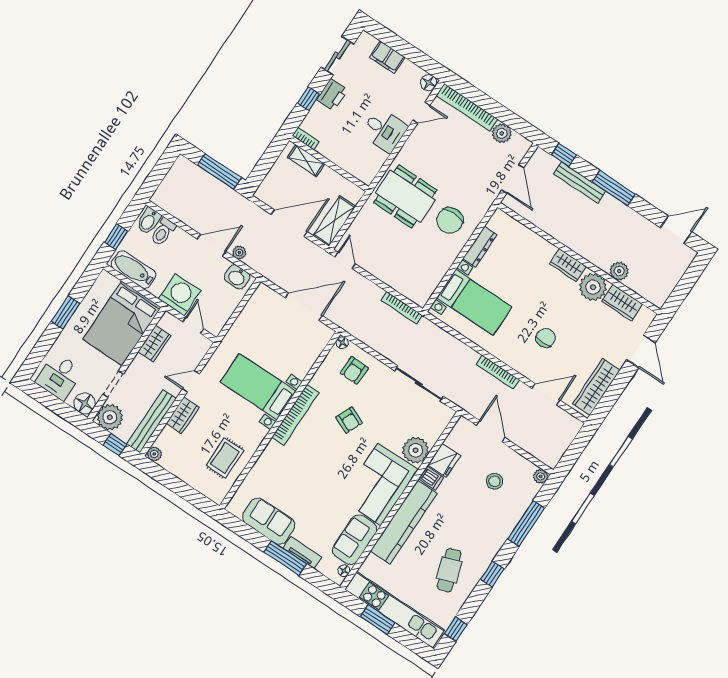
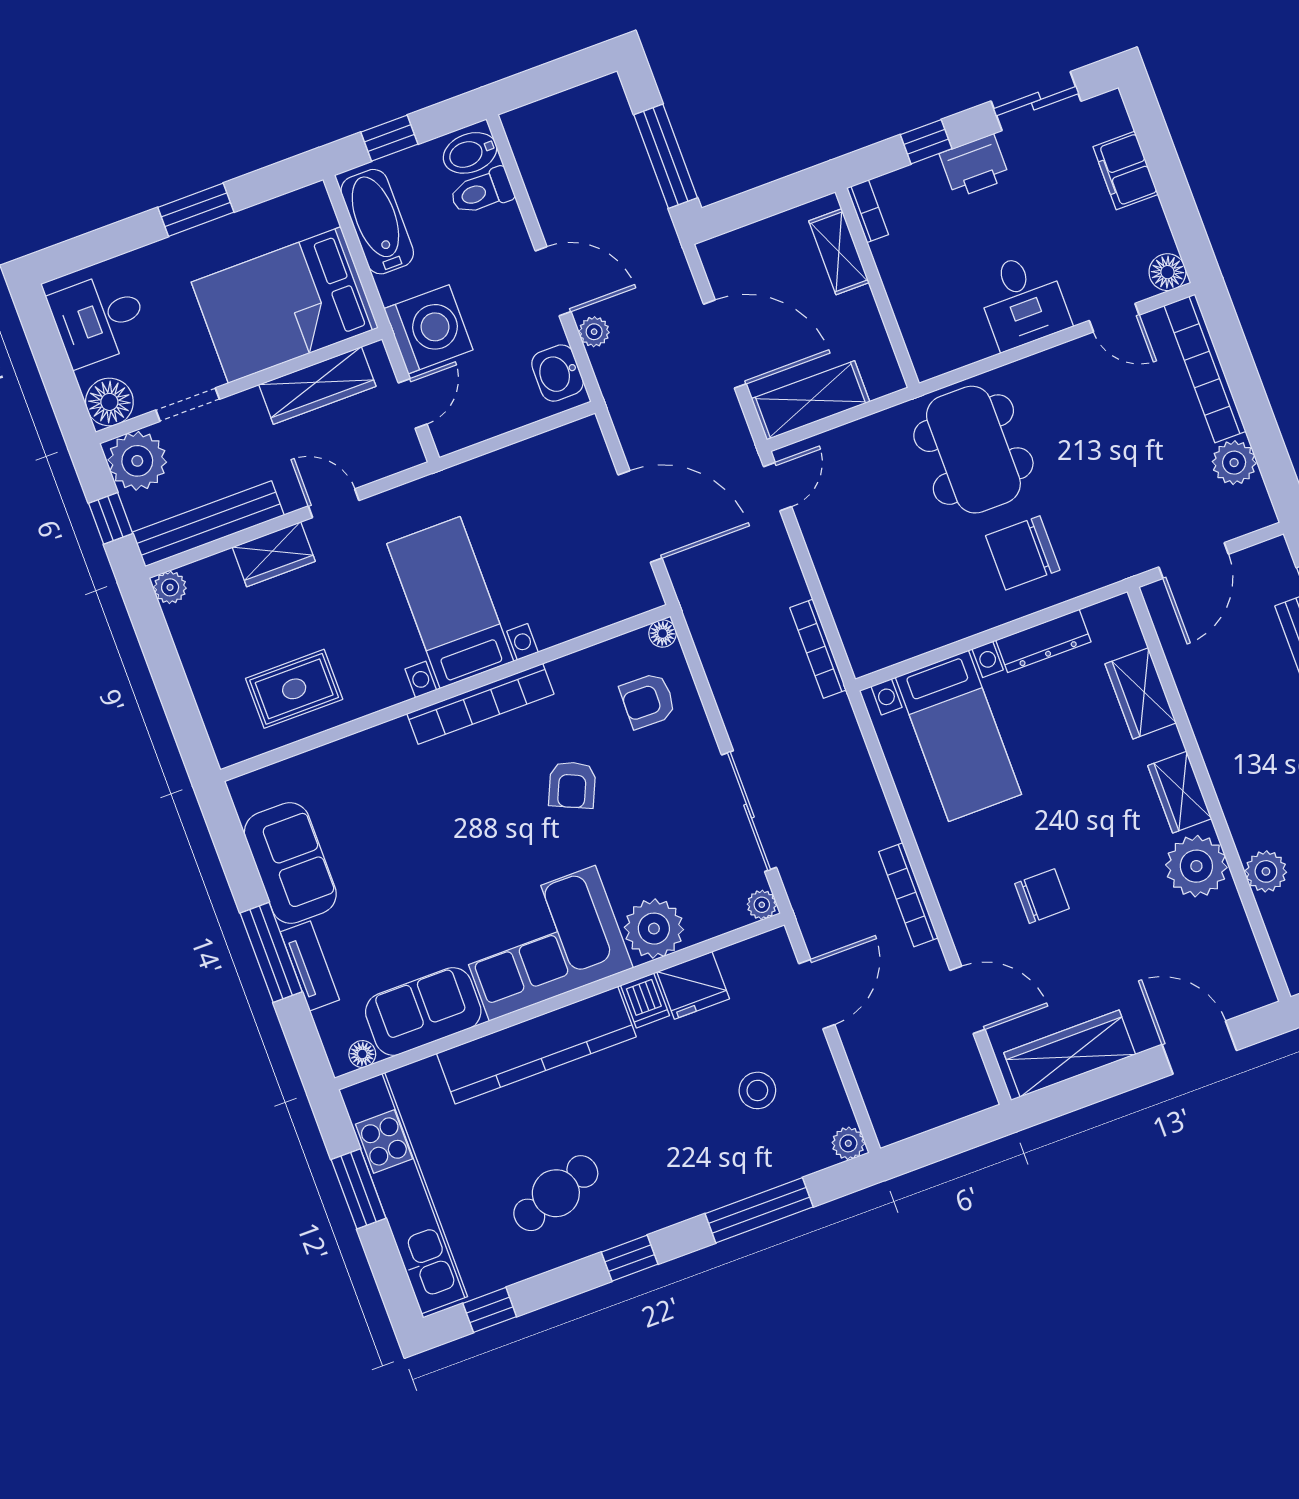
wardrobe: (622, 303) -> (1141, 693), moved
wardrobe: (154, 344) -> (317, 385), width x1.50
door: (641, 351) -> (1199, 1047), swing flipped
plant: (448, 414) -> (762, 905), added

